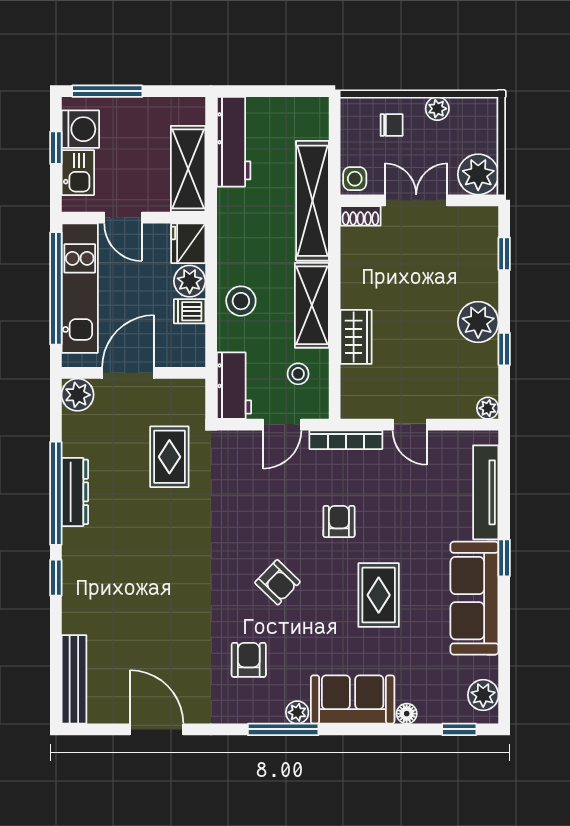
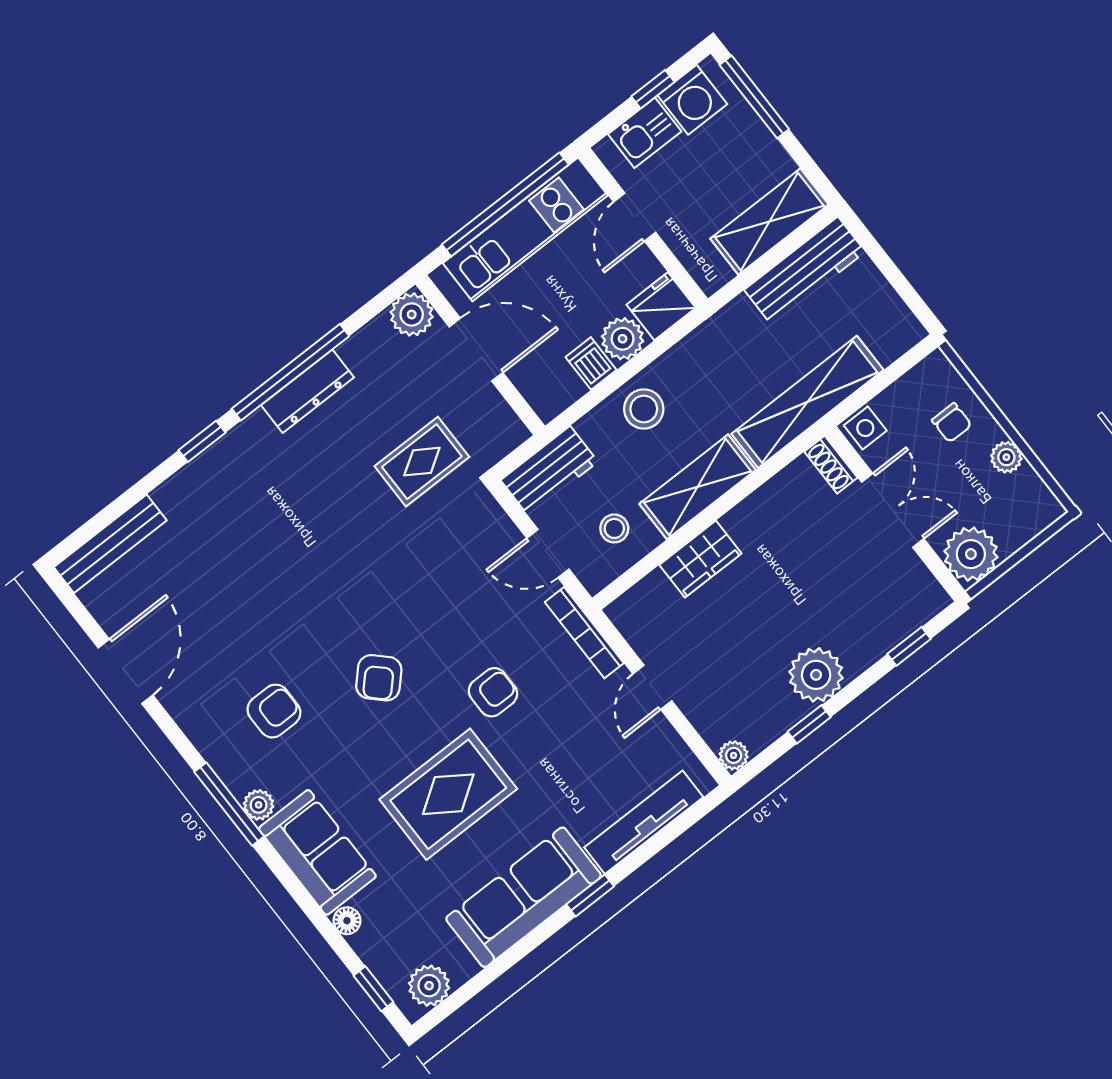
shelving: (188, 169) -> (769, 222), moved
rug: (379, 595) -> (448, 794), width x1.36, depth x1.43

